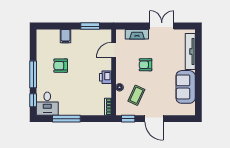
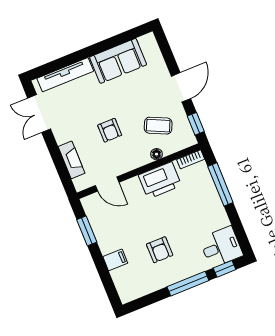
double door: (162, 26) -> (39, 114), moved
printer: (106, 77) -> (160, 180), width x1.87, depth x1.48
window: (66, 119) -> (220, 184), moved

